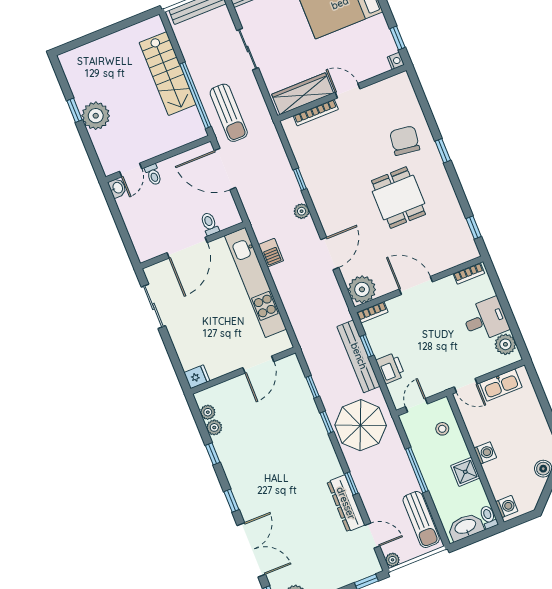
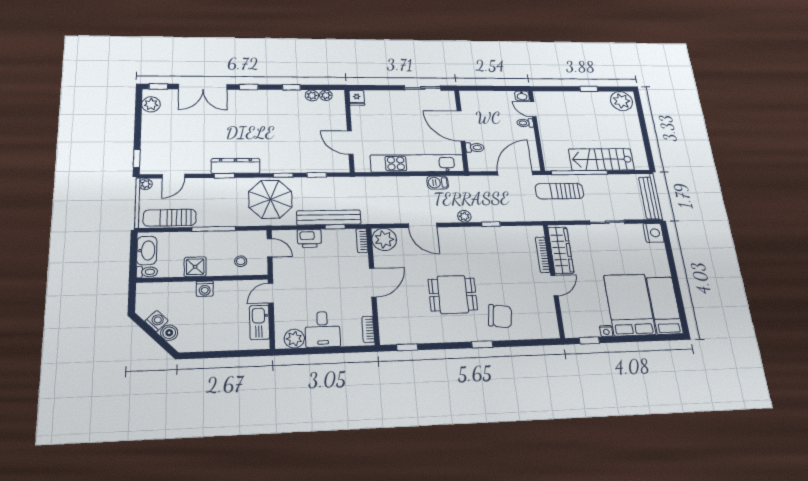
nightstand: (396, 61) -> (606, 331), moved
plant: (96, 116) -> (621, 101), moved
dresser: (346, 503) -> (236, 166), moved
washing machine: (507, 506) -> (157, 321), moved, turned -135

